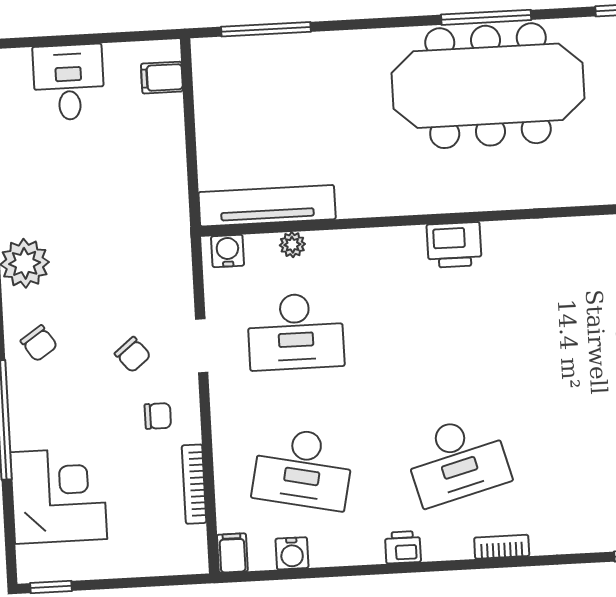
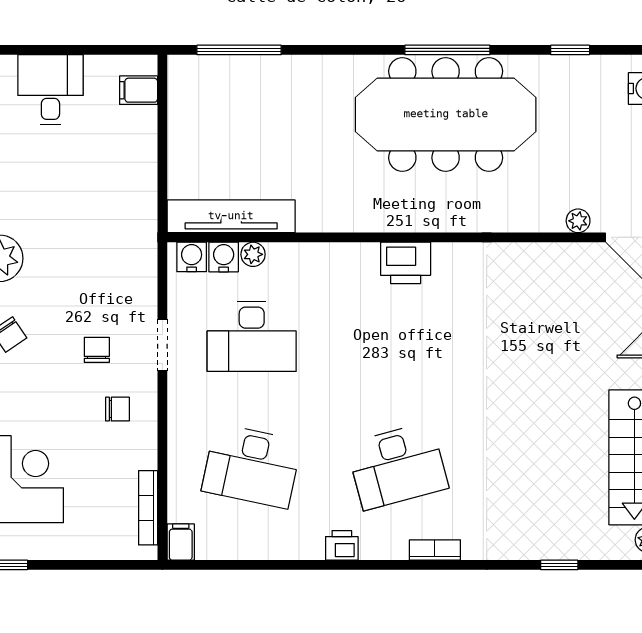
chair: (133, 355) -> (97, 350), turned -141
bookcase: (194, 484) -> (148, 508), moved
water cooler: (292, 553) -> (224, 257), moved, turned 180

